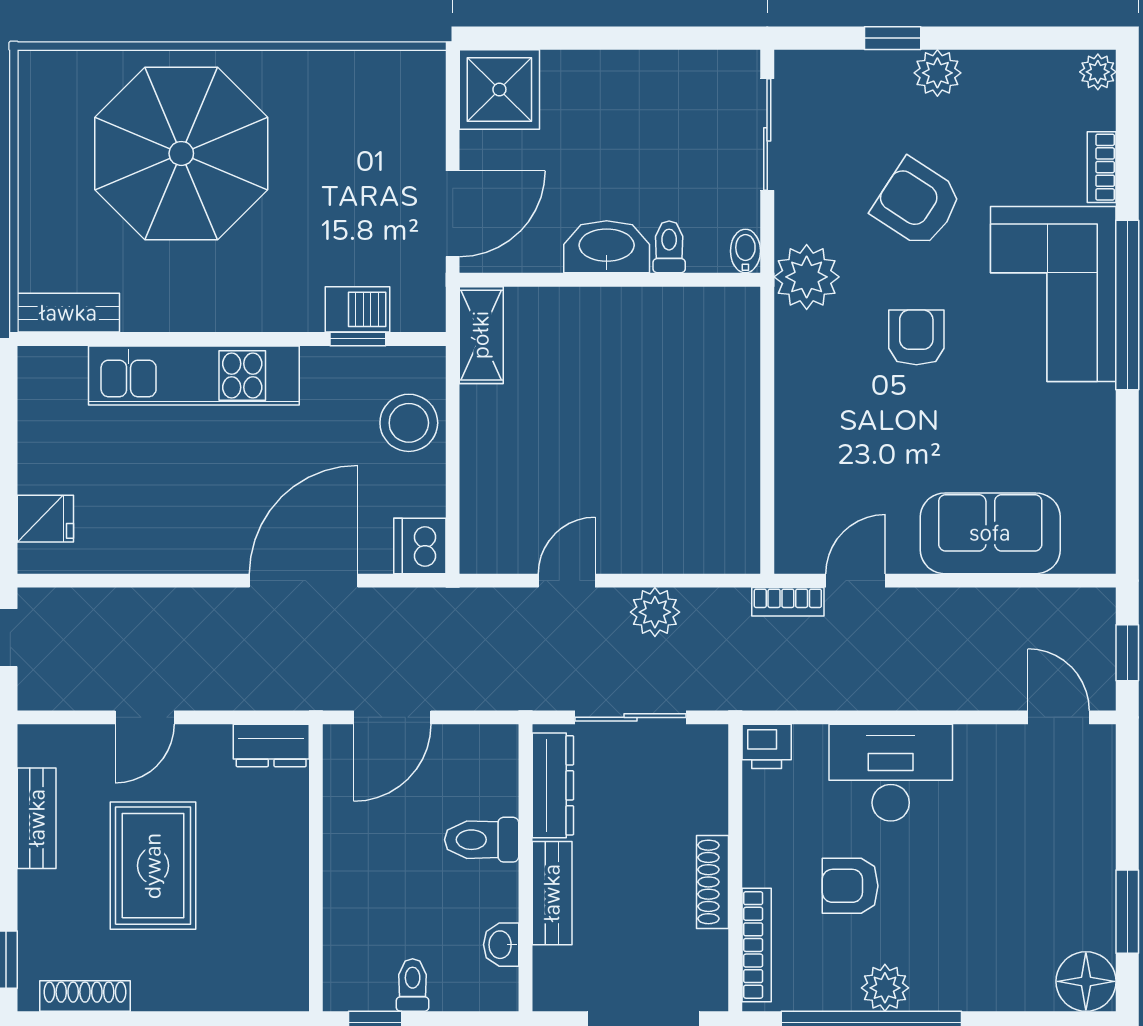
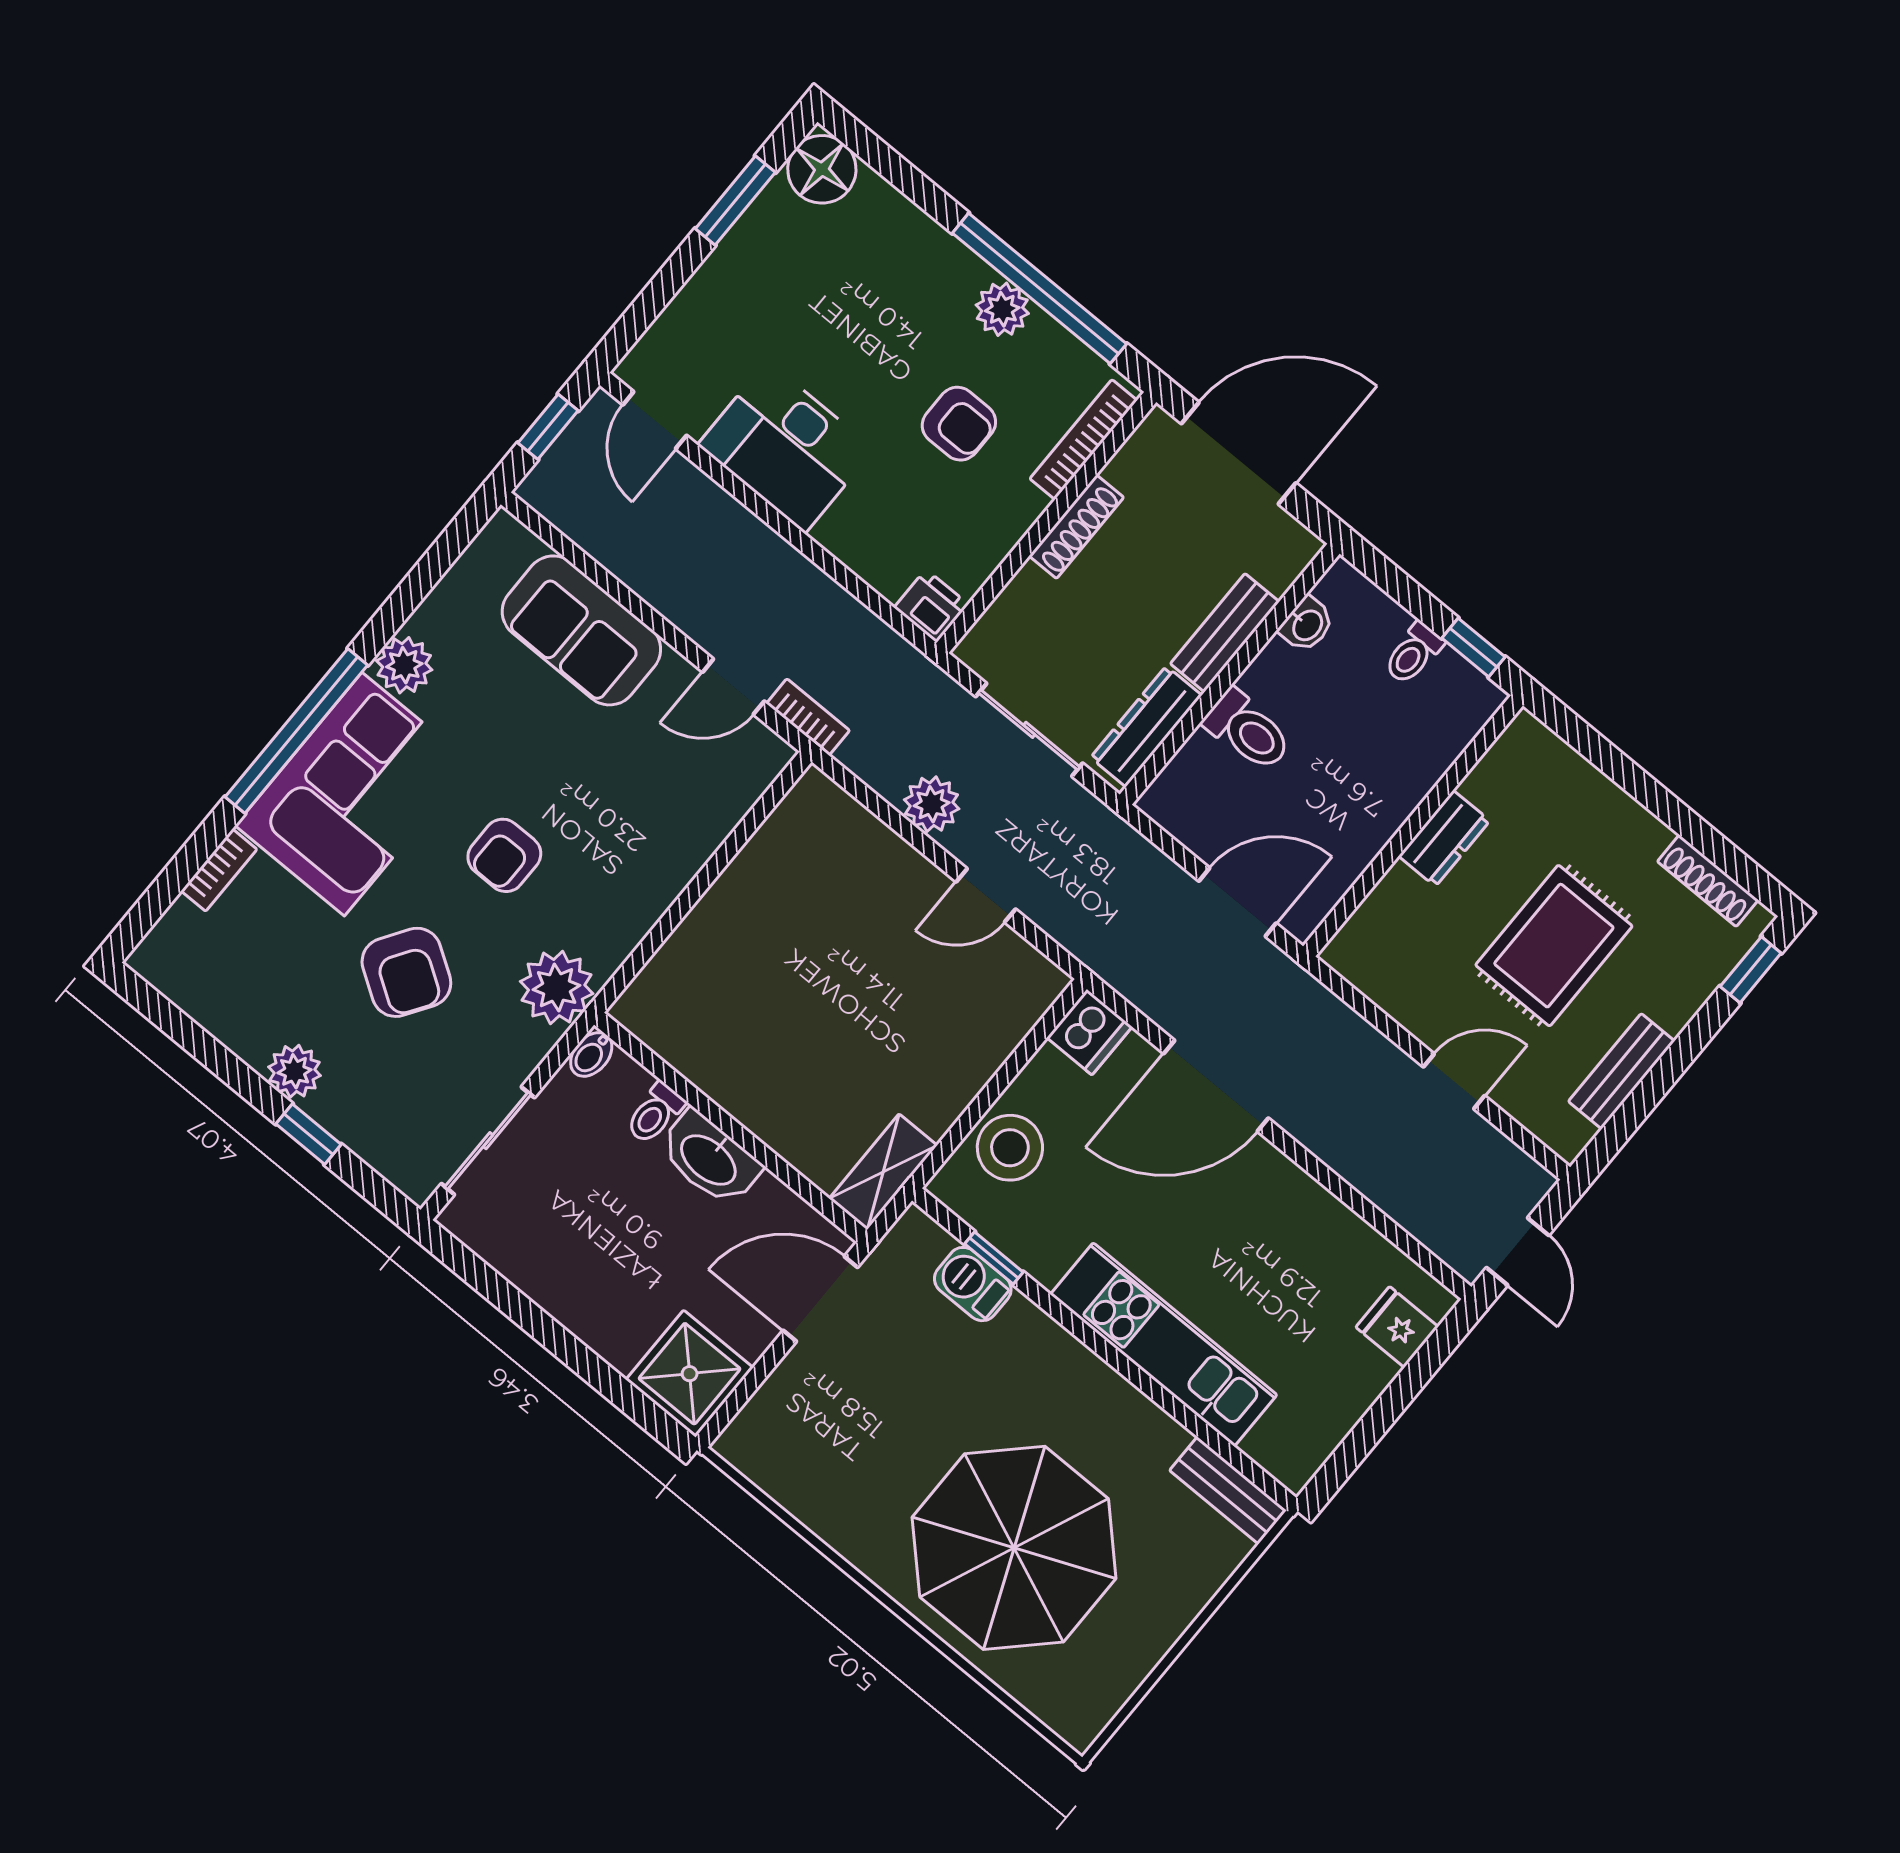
plant: (1098, 72) -> (404, 665), moved, width x1.38, depth x1.38
dresser: (271, 745) -> (1444, 838), moved, turned 90
desk: (891, 773) -> (786, 447), moved

